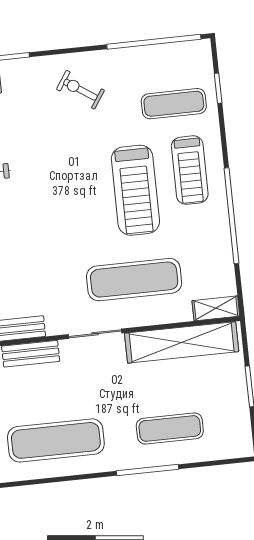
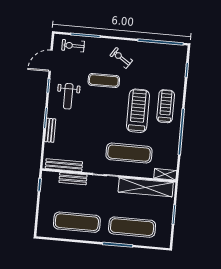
exercise mat: (174, 104) -> (104, 80), moved
treadmill: (190, 170) -> (166, 106), turned 180
treadmill: (135, 190) -> (138, 111), turned 180
exercise mat: (170, 428) -> (132, 227), width x1.36, depth x1.45

